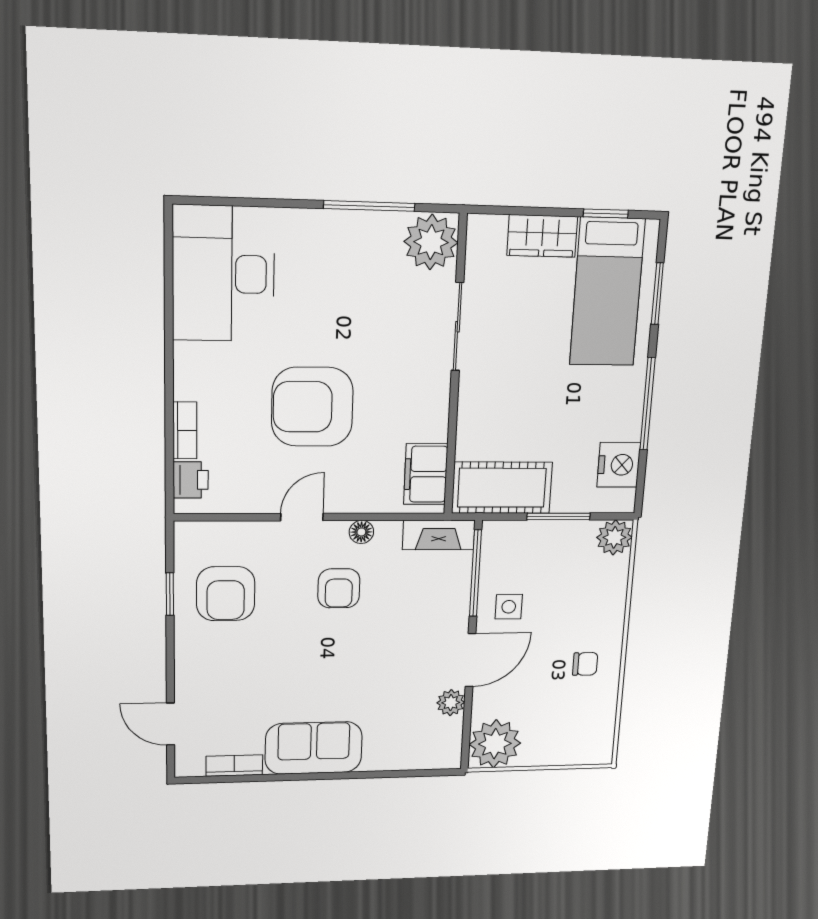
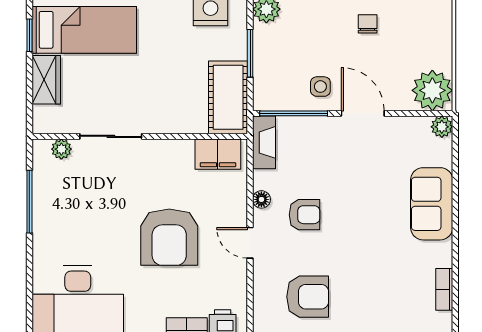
plant: (431, 242) -> (61, 149), width x0.53, depth x0.53
plant: (451, 703) -> (442, 127), moved
sofa: (314, 748) -> (432, 204), moved

